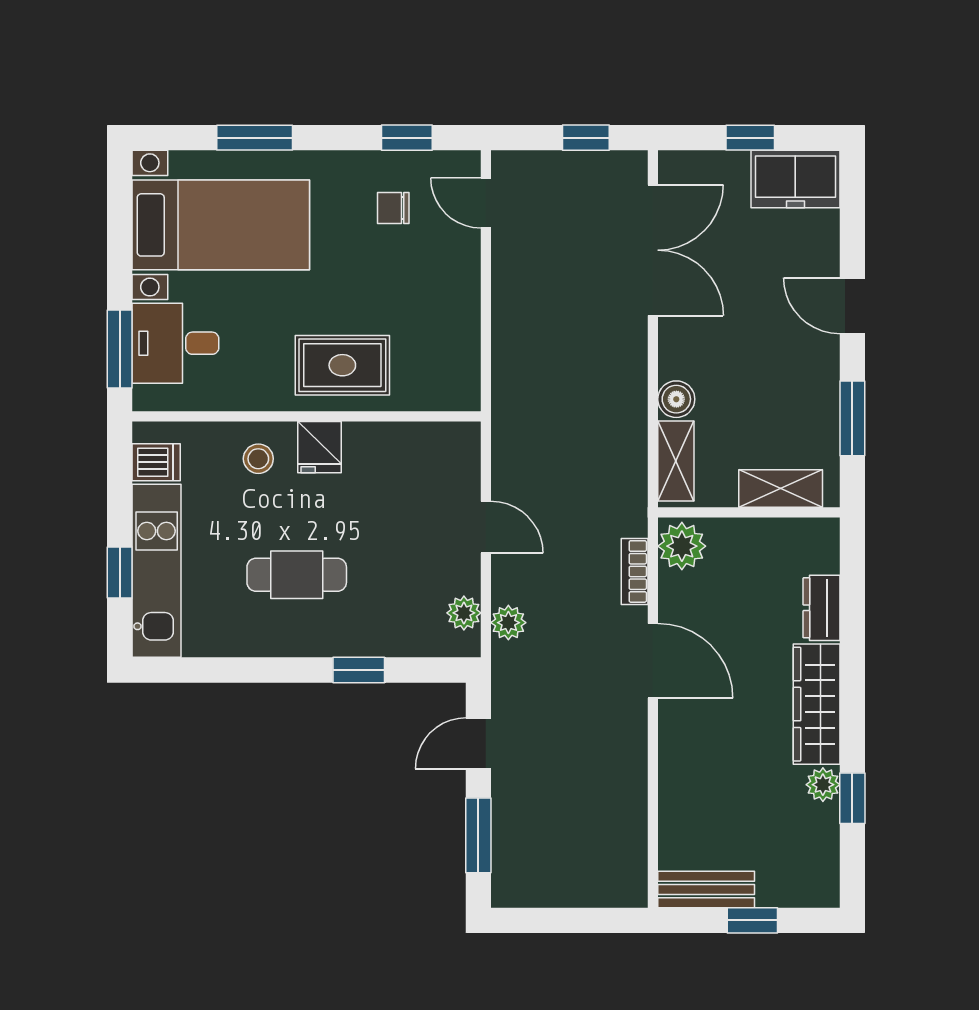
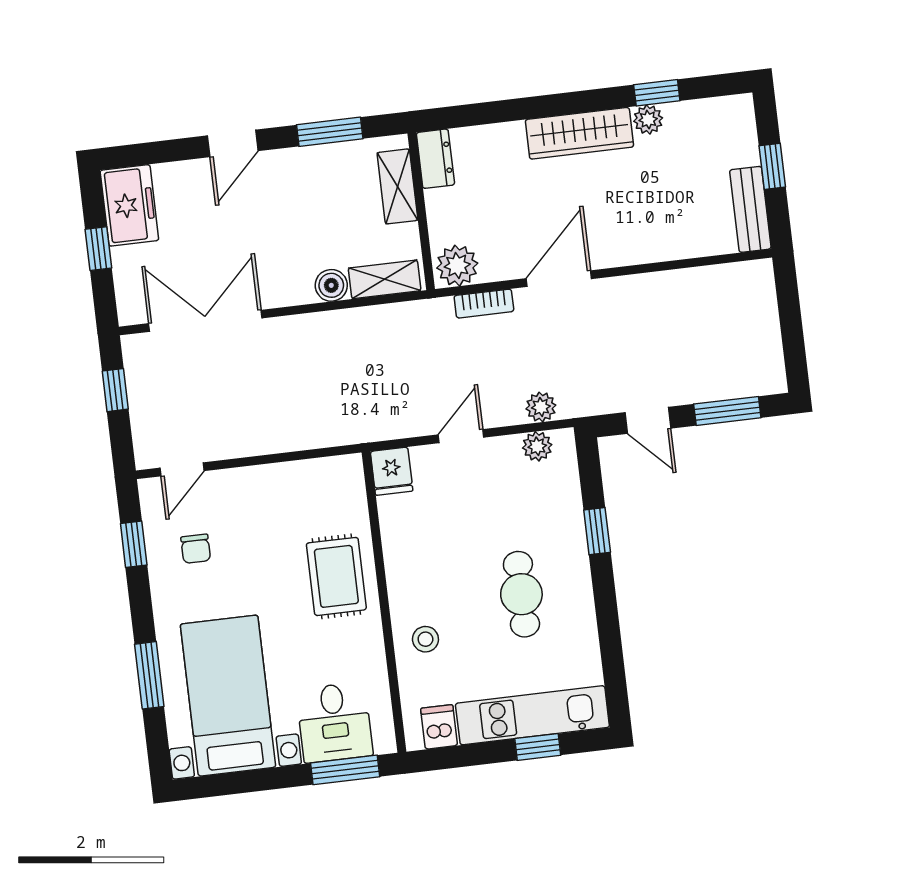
fridge: (319, 447) -> (392, 471), moved, turned 90
dresser: (821, 608) -> (435, 159), moved, turned -90

